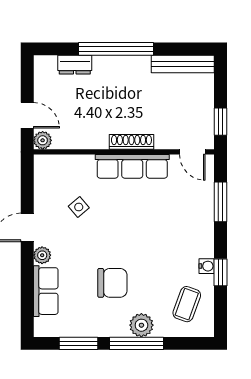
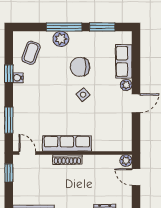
side table: (79, 207) -> (83, 95), moved

